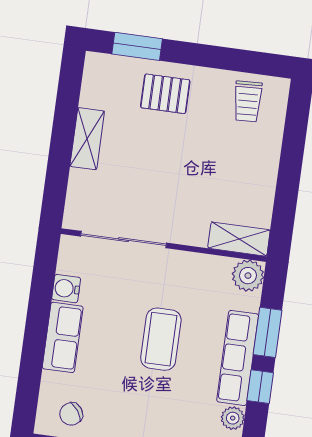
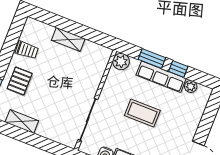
trolley: (248, 101) -> (27, 50), moved
shelving: (87, 139) -> (22, 121), moved
shelving: (239, 239) -> (68, 39), moved, turned 90

